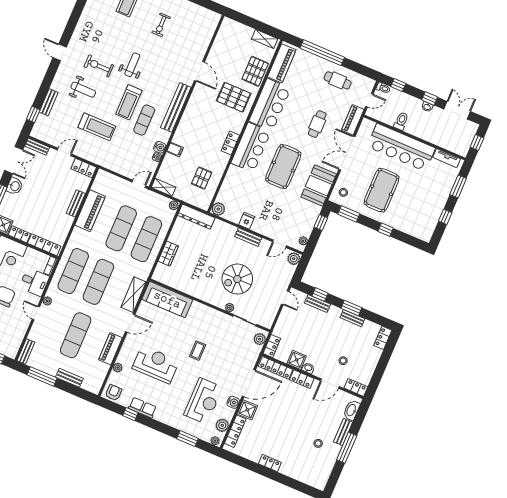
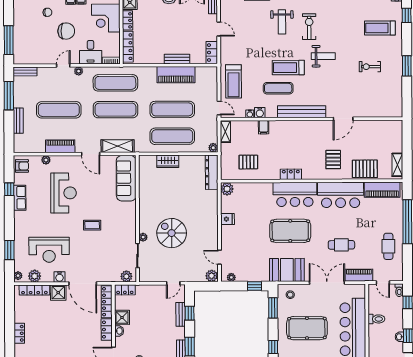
pallet: (234, 97) -> (333, 160), width x0.67, depth x0.71
treadmill: (97, 127) -> (233, 81), moved
bench: (248, 237) -> (213, 227), removed

